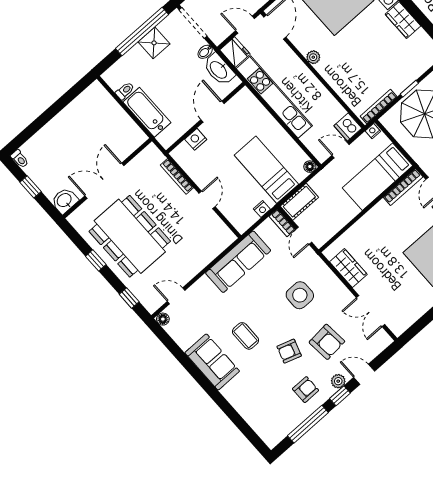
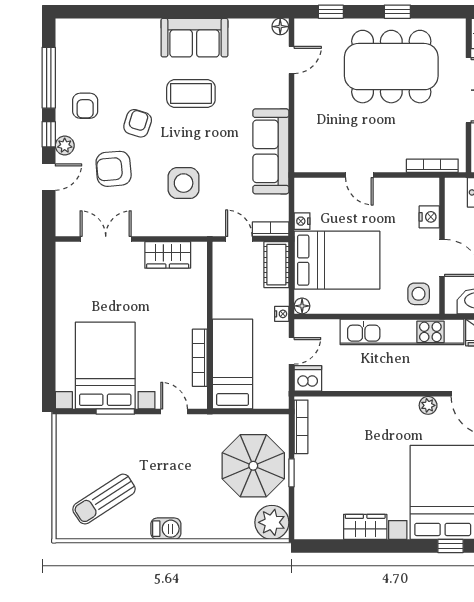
plant: (313, 57) -> (428, 405), moved
side table: (245, 107) -> (419, 294), added
nightstand: (373, 131) -> (282, 314), moved
bed: (266, 170) -> (337, 260), width x1.50
bookcase: (177, 176) -> (432, 166), moved
bookcase: (403, 187) -> (200, 358), moved
coffee table: (245, 336) -> (191, 94), width x1.36, depth x1.30

